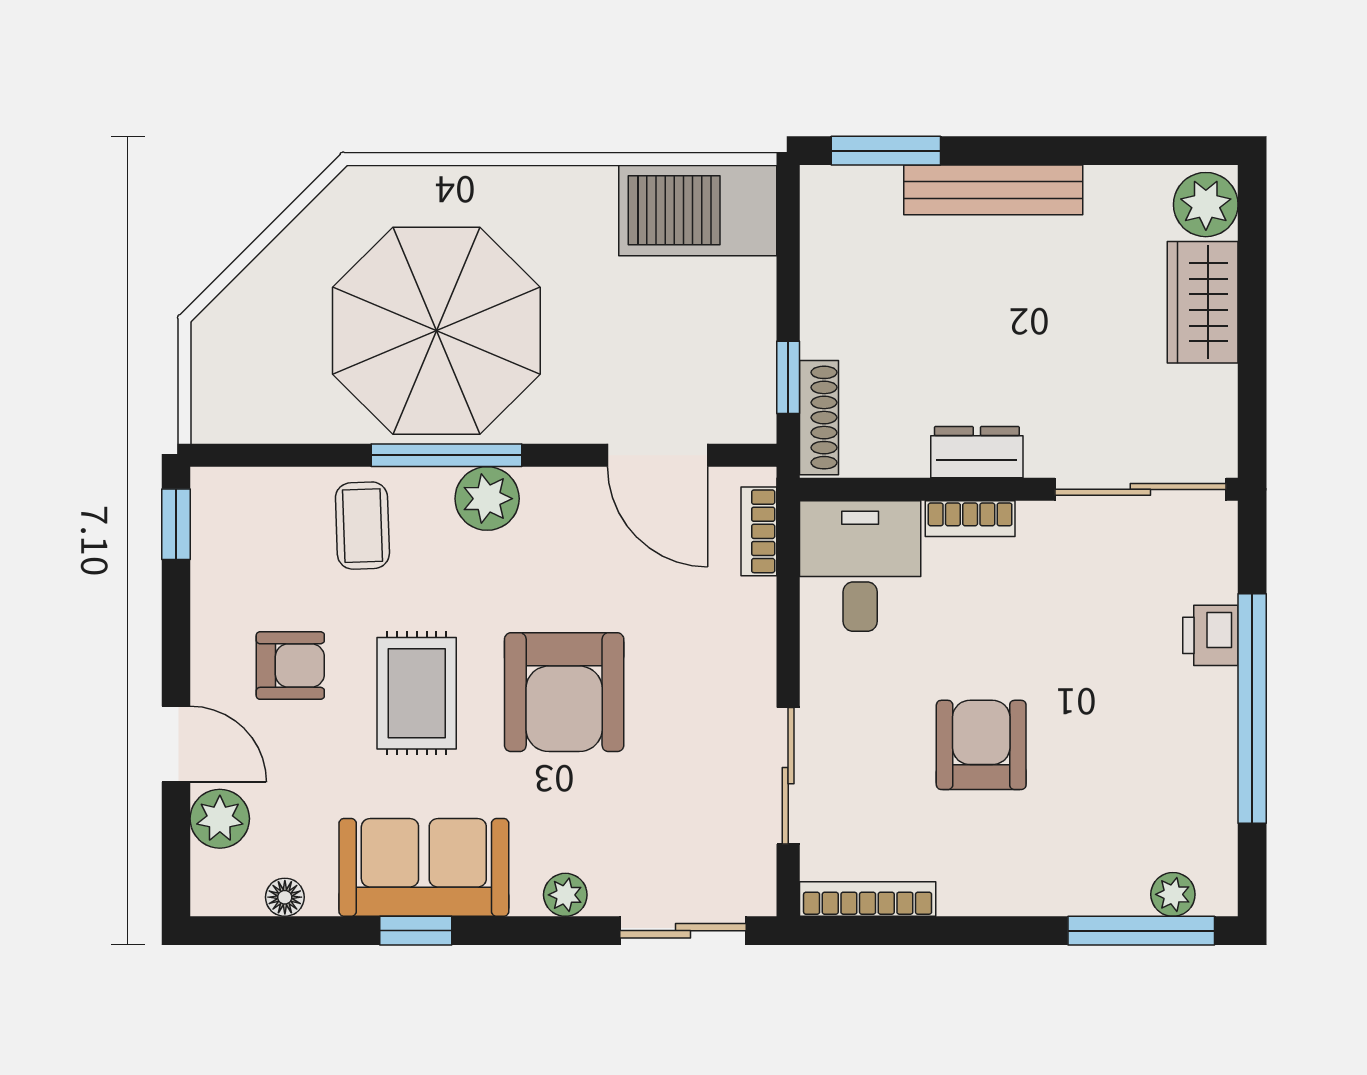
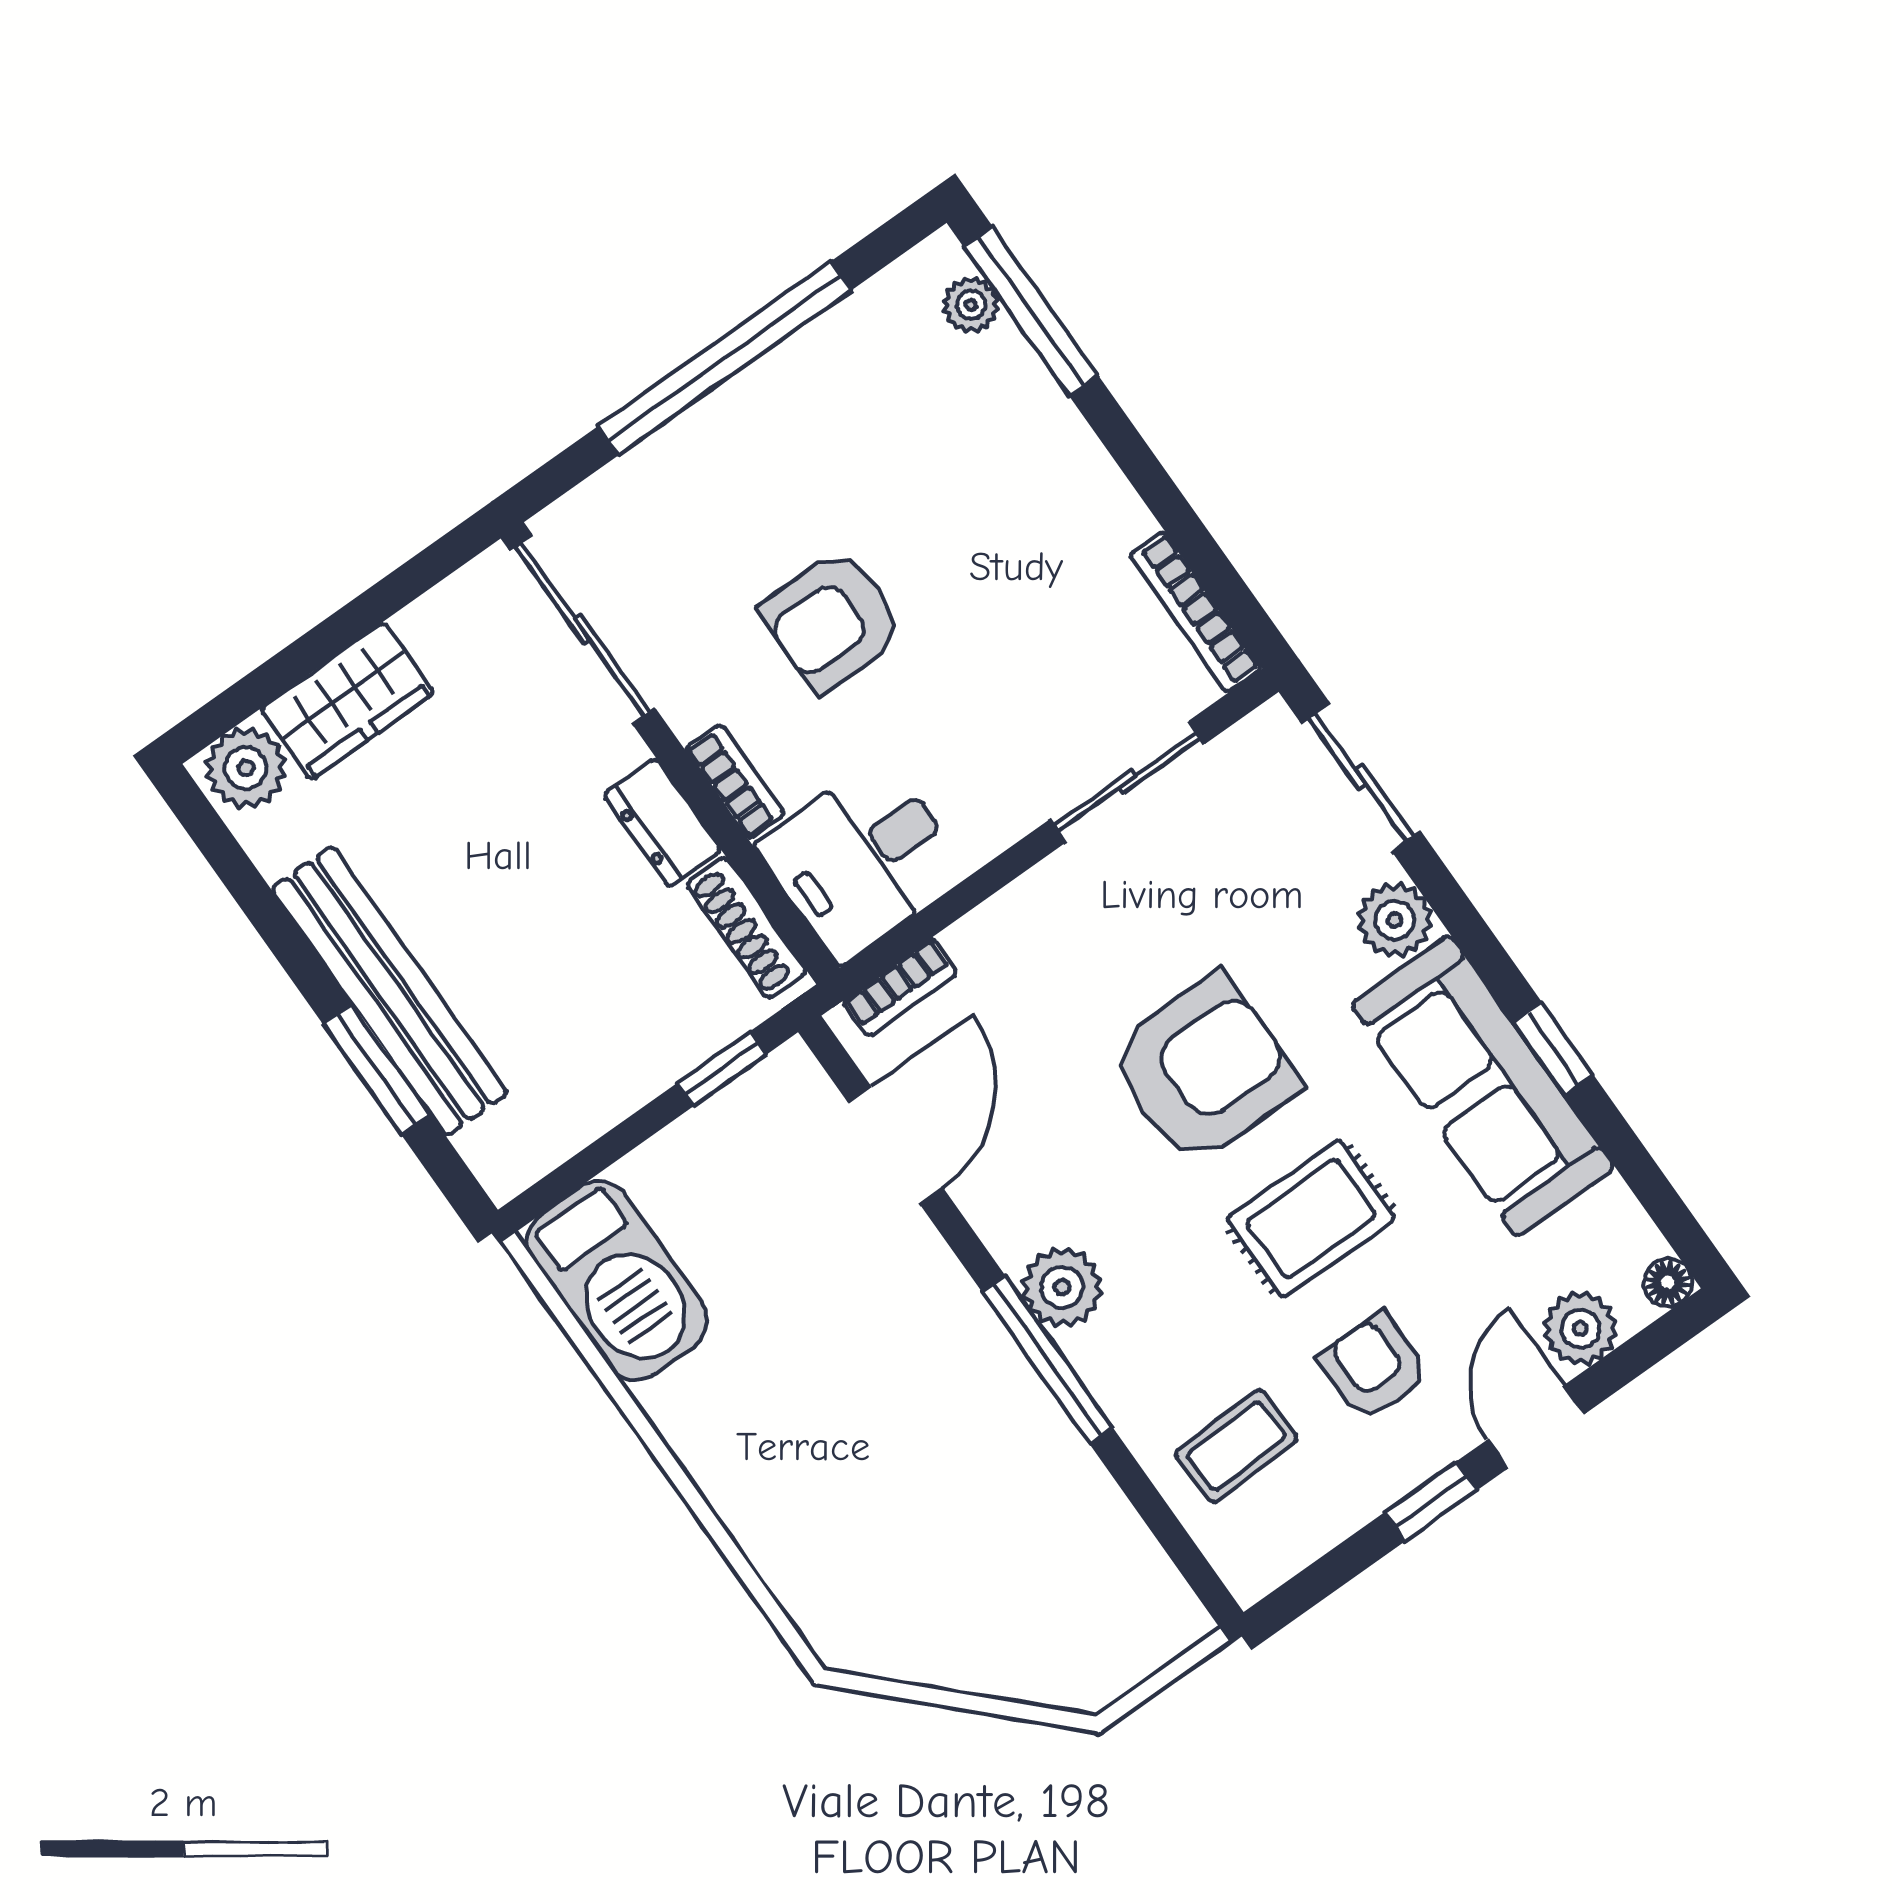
window: (886, 151) -> (377, 1069), moved
bench: (993, 190) -> (389, 991), width x1.37, depth x1.21
parasol: (436, 331) -> (928, 1460), removed
shoe rack: (819, 418) -> (747, 928), moved, turned -90
window: (176, 524) -> (1431, 1501), moved
coffee table: (362, 526) -> (1236, 1446), moved
printer: (1210, 635) -> (681, 453), removed
armchair: (981, 745) -> (832, 621), moved
sofa: (424, 867) -> (1483, 1086), width x1.36
plant: (565, 895) -> (1395, 920), width x1.38, depth x1.38
floor lamp: (285, 897) -> (1668, 1283), moved

